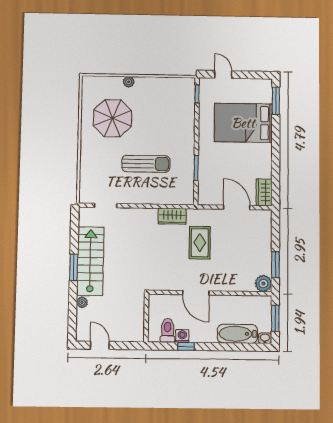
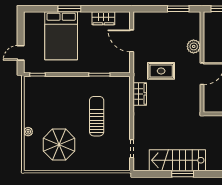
window: (276, 101) -> (69, 9), moved
wardrobe: (264, 192) -> (103, 18), moved
door: (237, 207) -> (132, 41), hinge flipped
plant: (263, 284) -> (194, 46), moved
plant: (82, 302) -> (211, 166), removed

